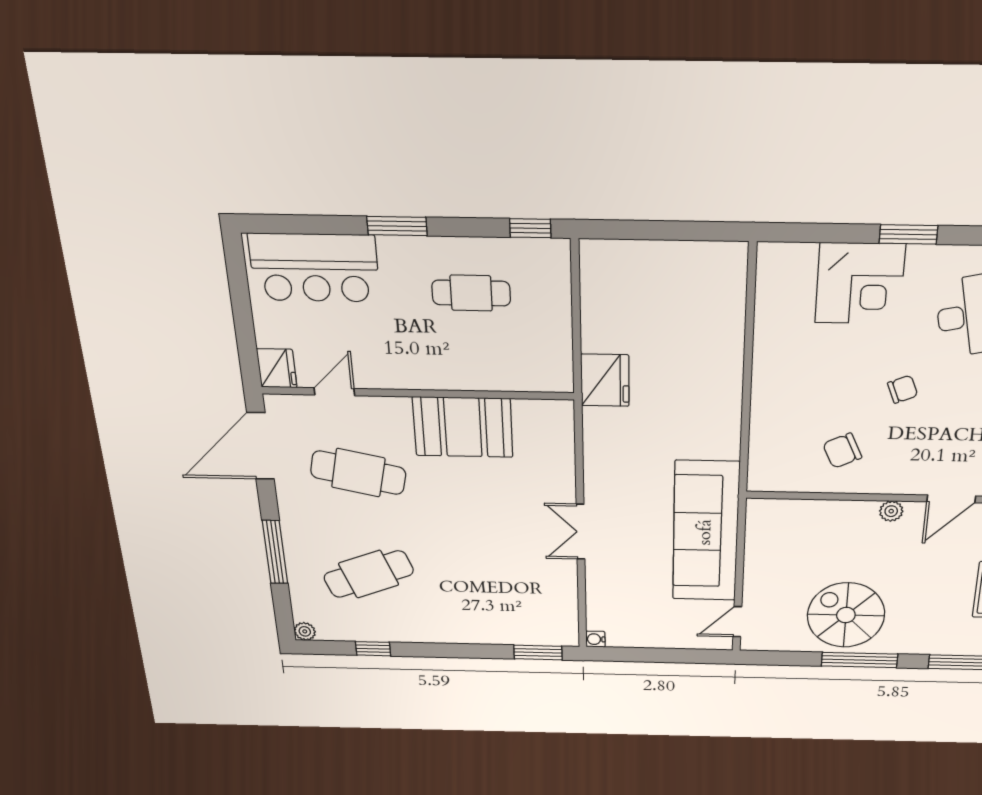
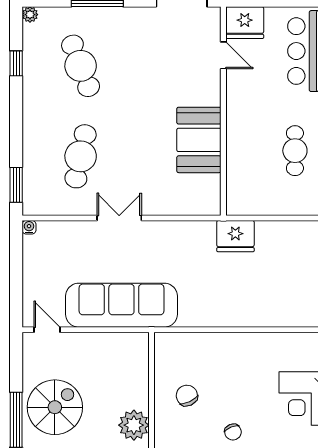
fridge: (277, 368) -> (245, 23), width x1.36, depth x1.34
cafe table: (358, 473) -> (81, 156), moved
plant: (891, 511) -> (134, 425), width x1.88, depth x1.88

